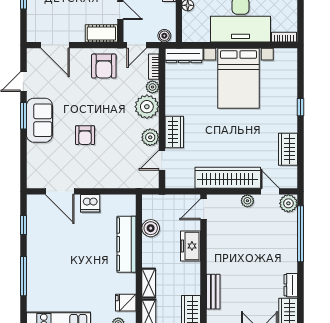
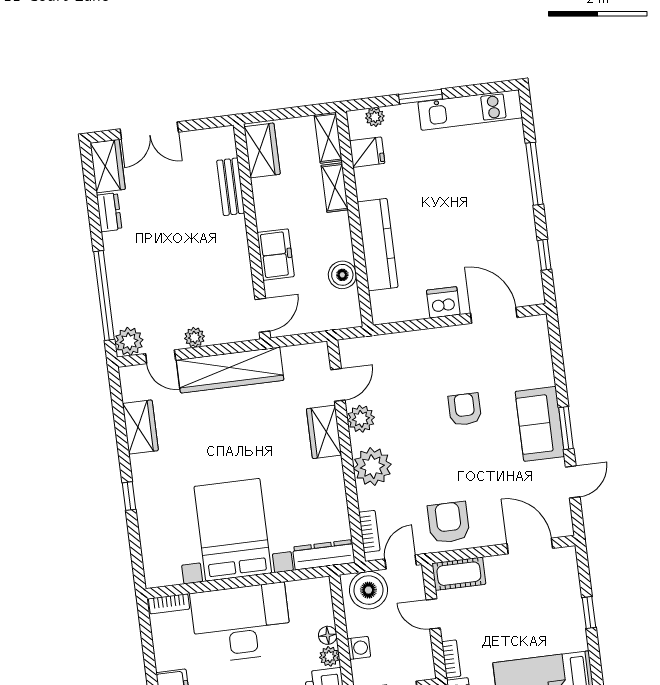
boiler: (164, 36) -> (368, 590), width x1.86, depth x1.86
plant: (152, 87) -> (367, 499), removed

